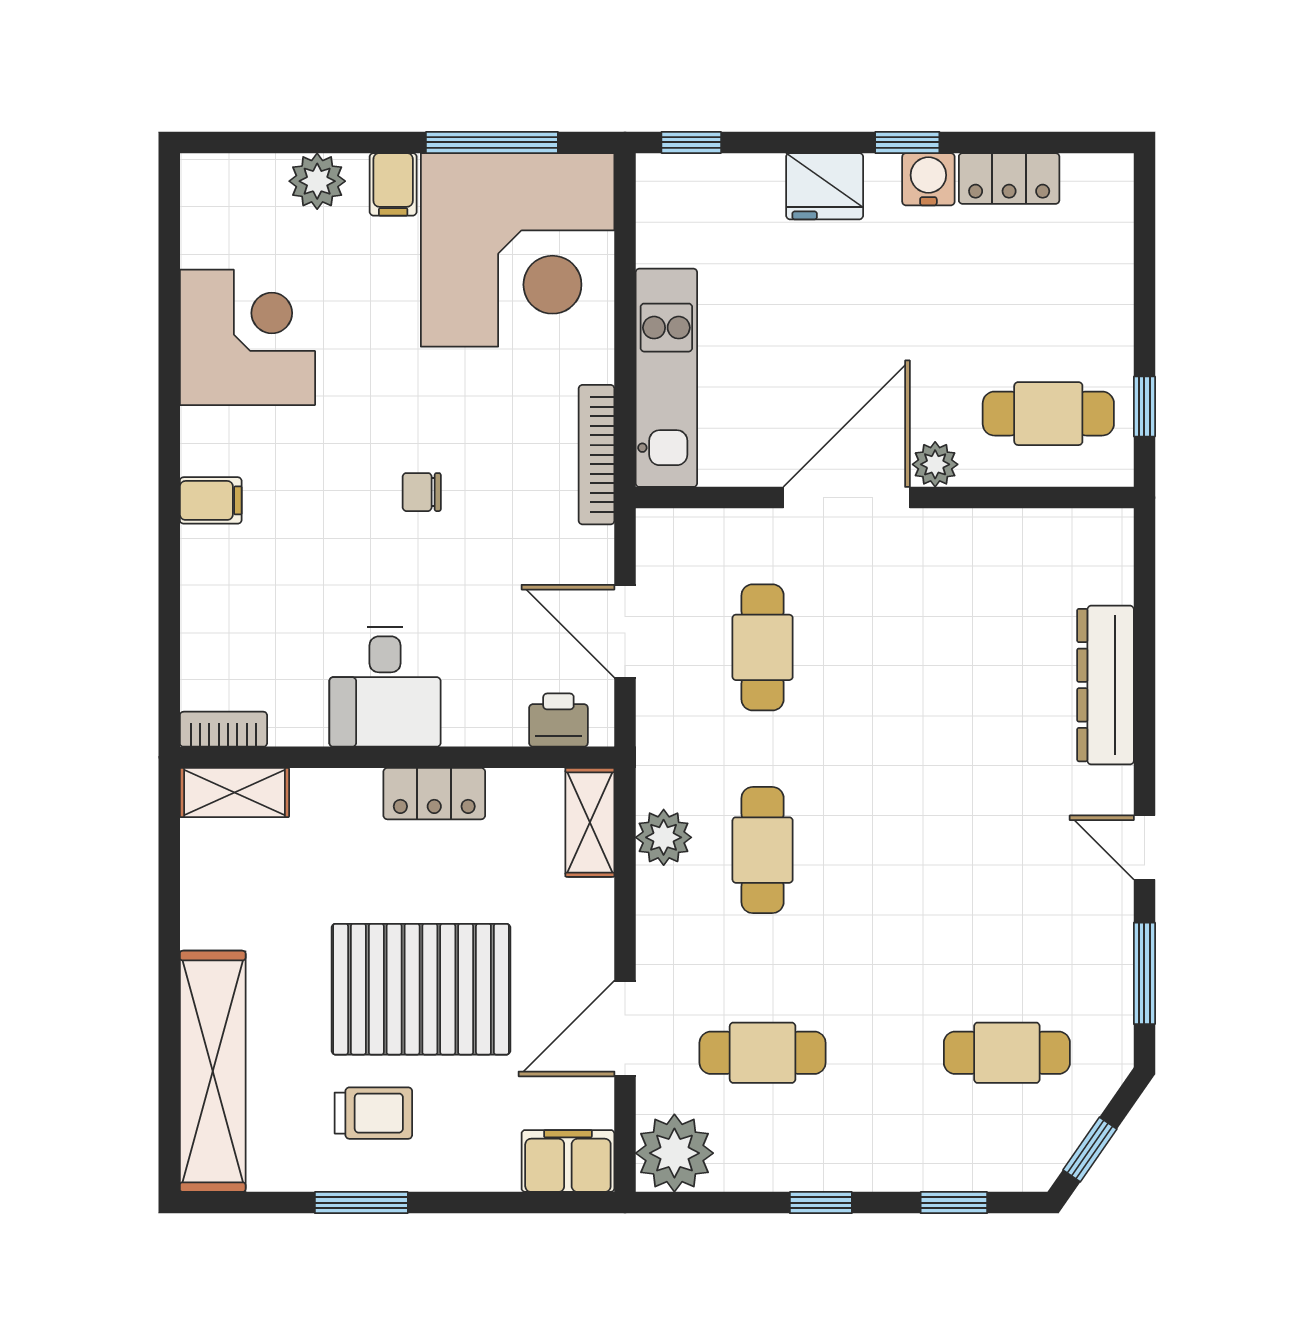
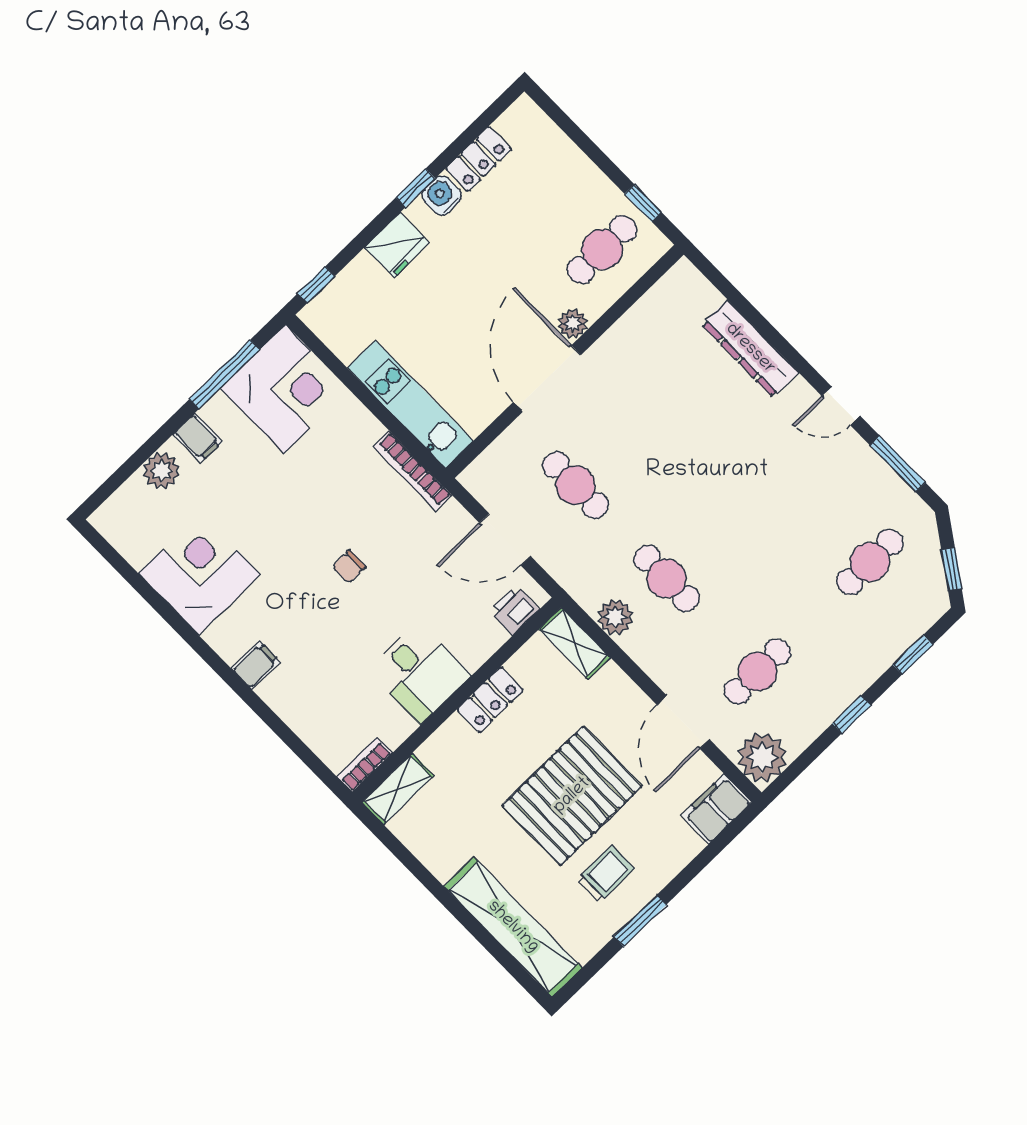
corner desk: (518, 250) -> (285, 389), width x0.74, depth x0.74

